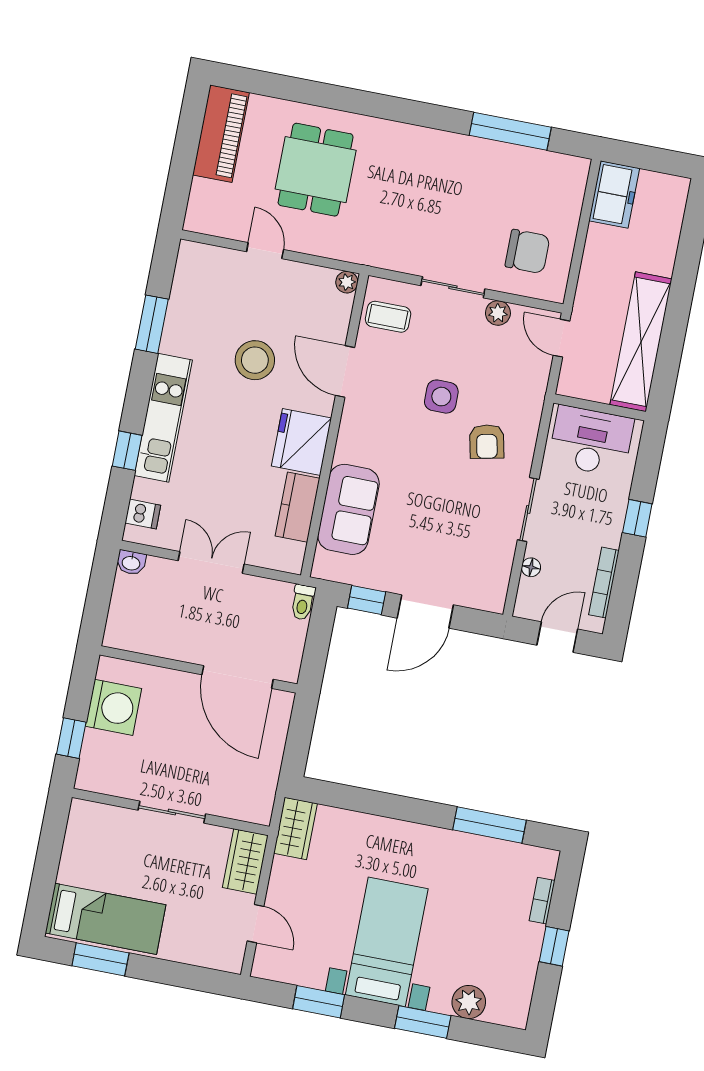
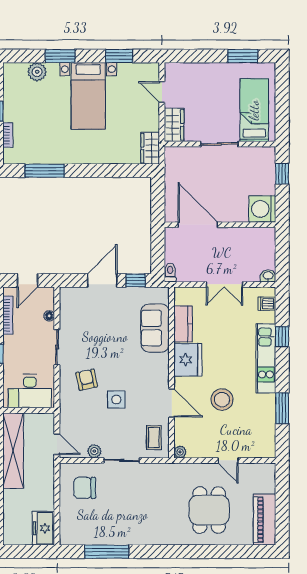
coffee table: (388, 317) -> (154, 437), turned 90
washing machine: (114, 707) -> (262, 209), moved
bed: (106, 919) -> (254, 110), moved, turned 90

